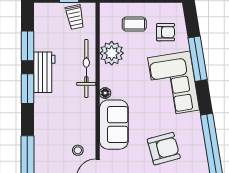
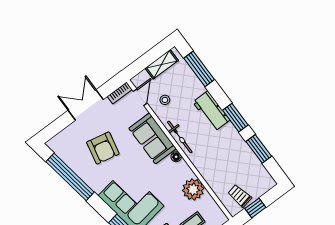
bicycle: (86, 68) -> (180, 137), moved, width x0.73, depth x0.71
workbench: (44, 72) -> (211, 111), moved
armchair: (164, 149) -> (103, 148), turned -63

